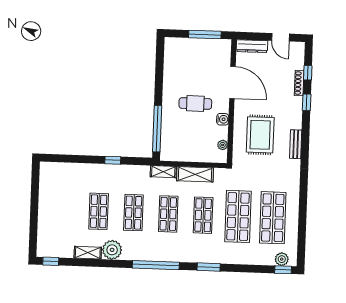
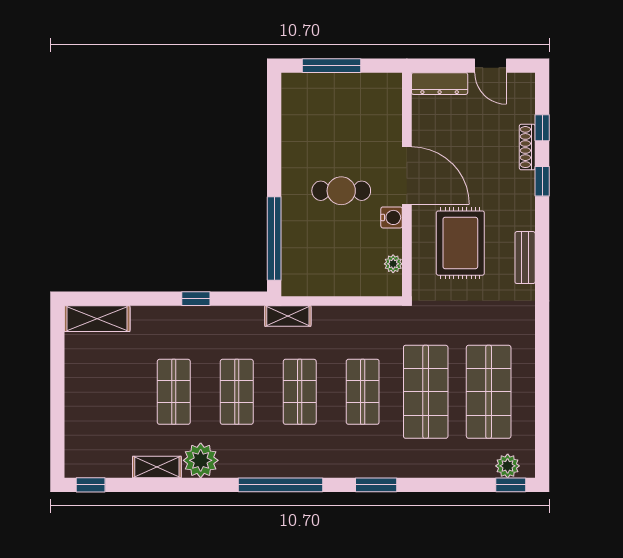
window: (205, 35) -> (331, 66), moved
door: (232, 82) -> (407, 176), moved
shelving: (195, 174) -> (97, 319), moved

